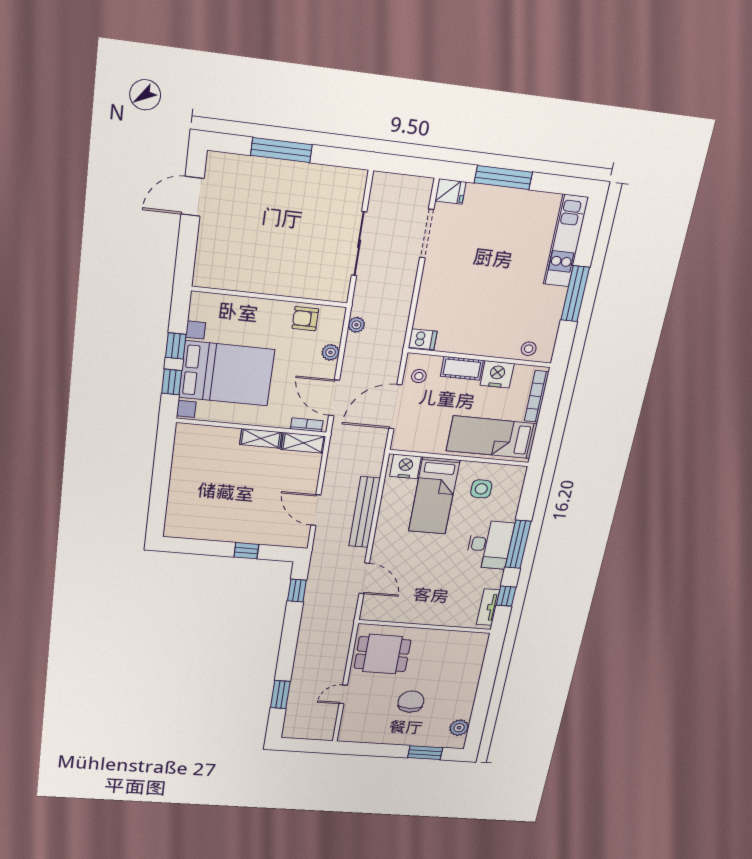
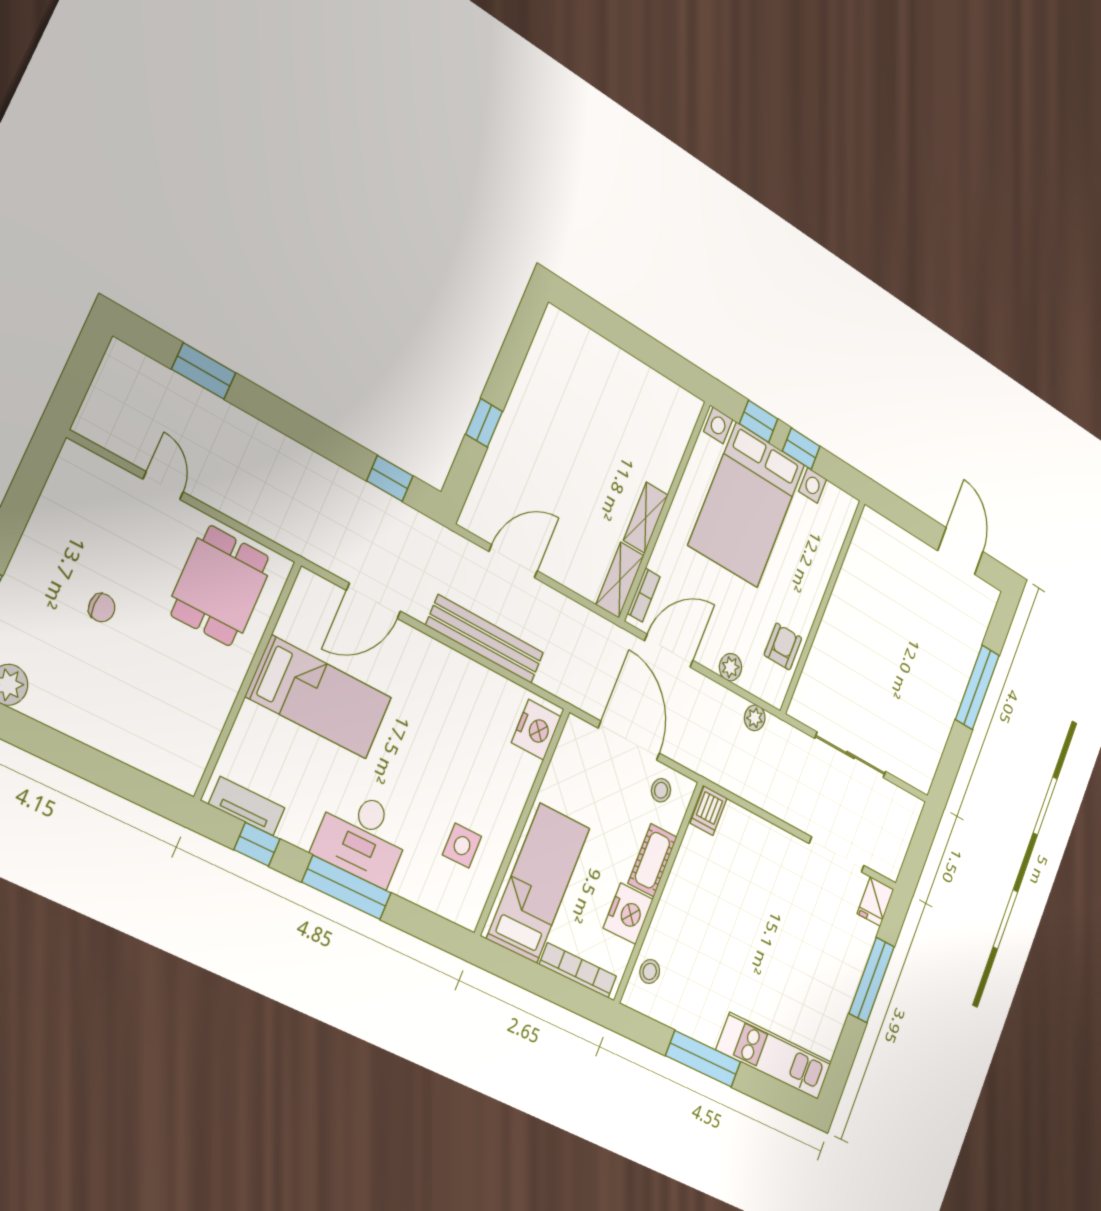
bed: (434, 496) -> (319, 697), moved, turned 180
chair: (411, 702) -> (102, 608), width x0.54, depth x0.54

